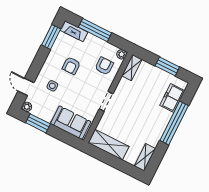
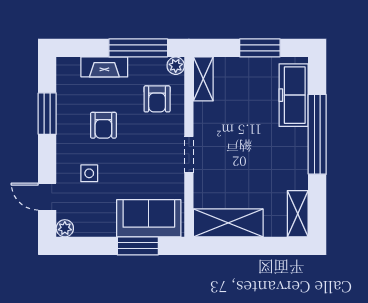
window: (95, 30) -> (138, 48), moved
fireplace: (74, 31) -> (104, 67), moved
window: (51, 37) -> (47, 114), moved
armchair: (104, 66) -> (157, 99), turned 180
freezer: (172, 98) -> (294, 95), width x1.40
window: (38, 123) -> (138, 246), moved

